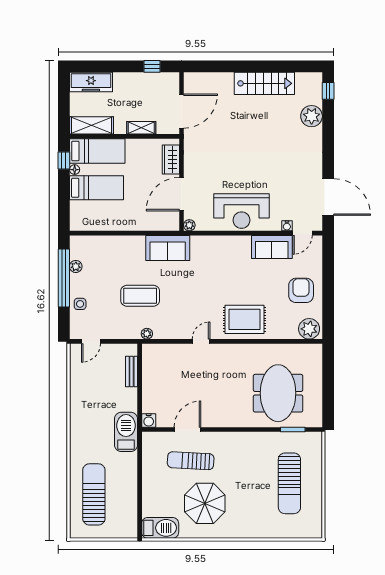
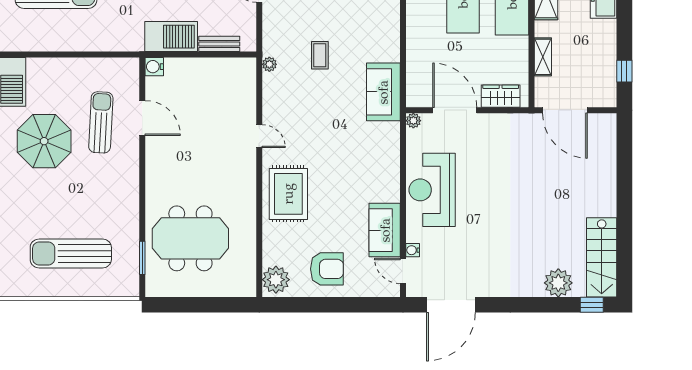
stairs: (264, 83) -> (602, 257), moved
coffee table: (140, 296) -> (320, 55), width x0.54, depth x0.58
barbecue: (126, 432) -> (171, 37), moved

